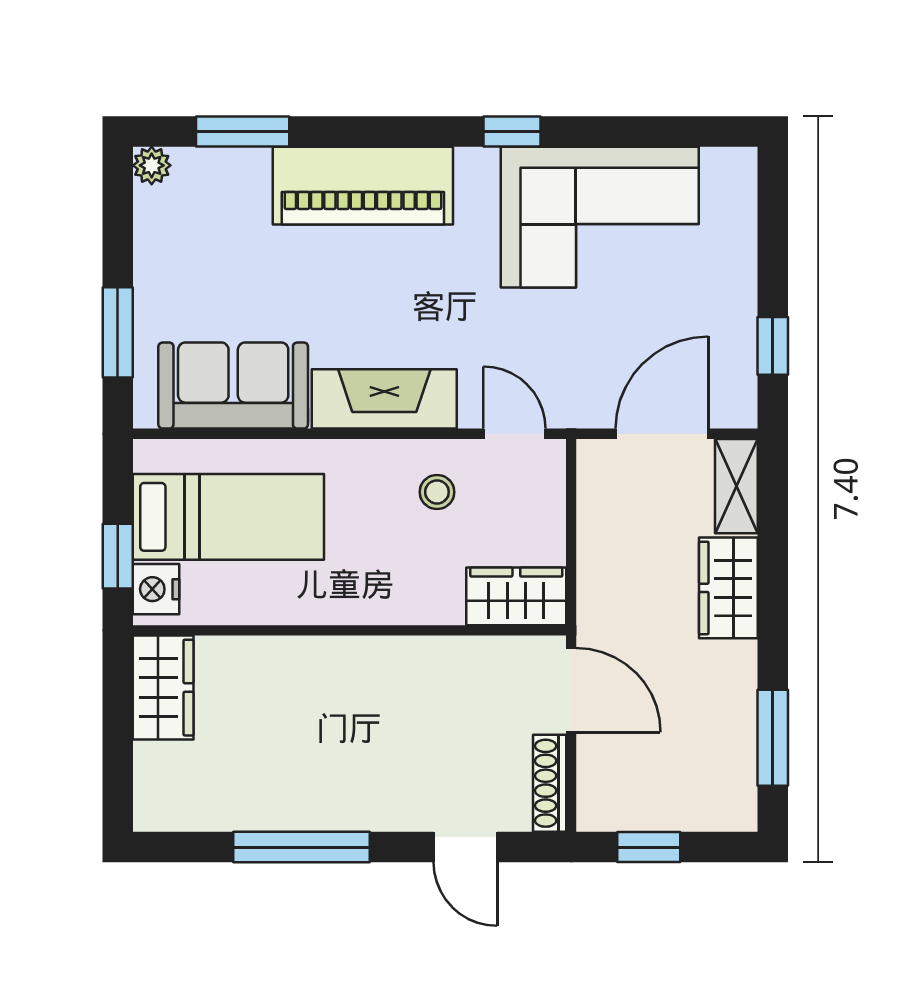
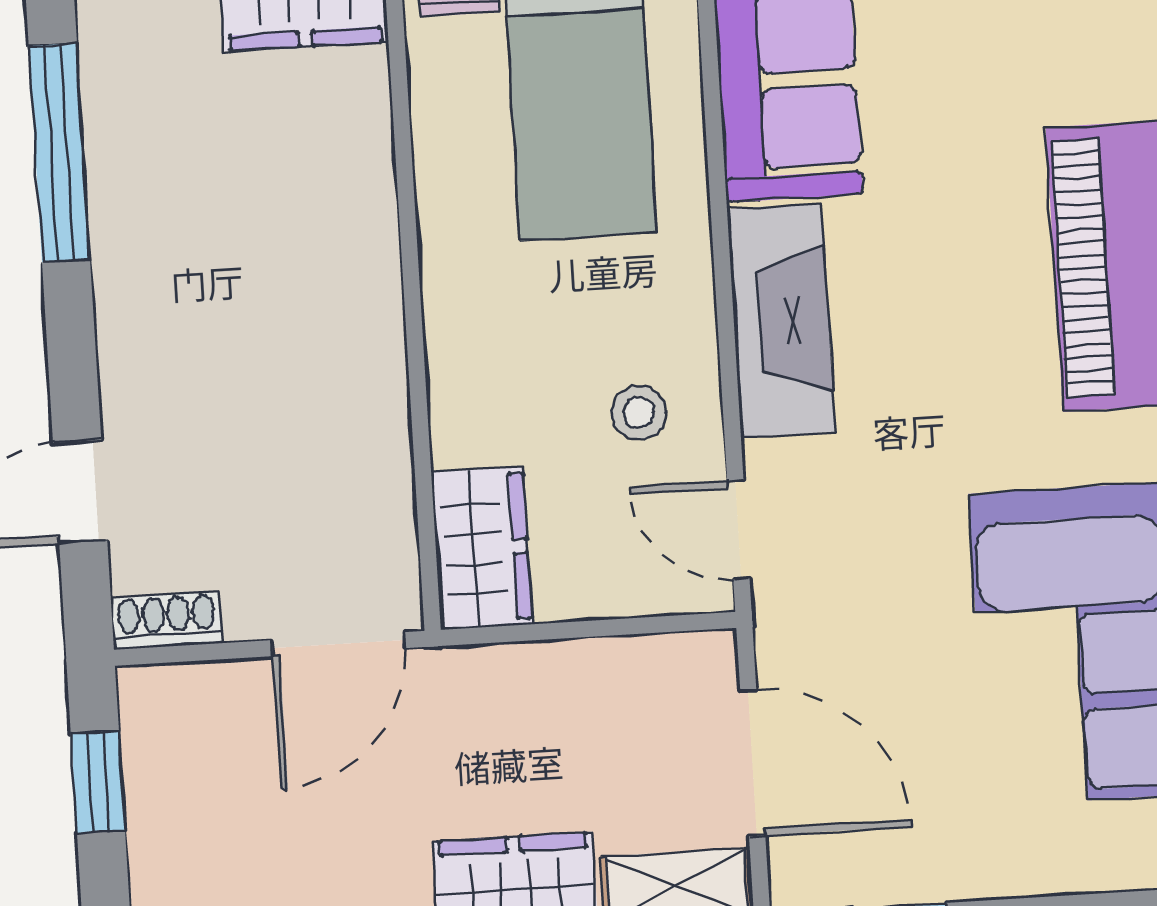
door: (515, 434) -> (738, 530), swing flipped
shoe rack: (550, 783) -> (166, 620), width x0.70
window: (301, 847) -> (59, 153), moved

